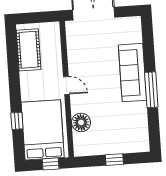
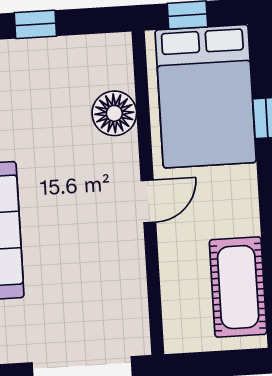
door: (66, 86) -> (148, 201), swing flipped

